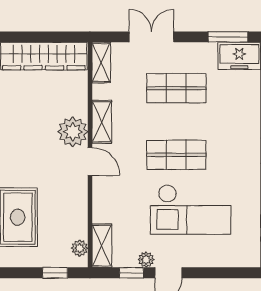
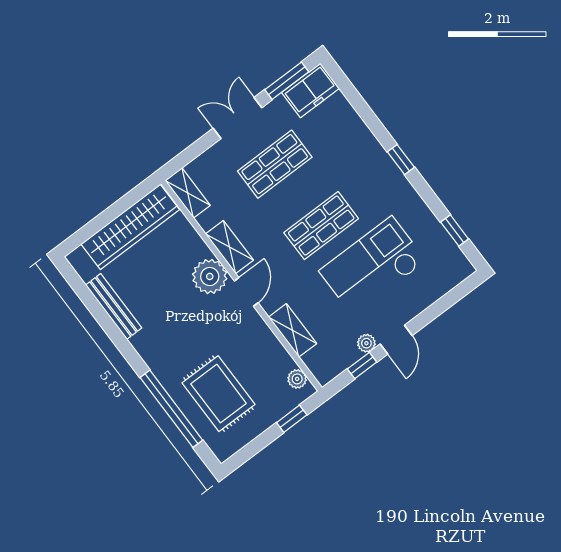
double door: (151, 37) -> (237, 118), moved
door: (90, 161) -> (246, 292), hinge flipped
checkout: (191, 209) -> (372, 266), turned 180
shelving: (102, 246) -> (293, 330), moved

